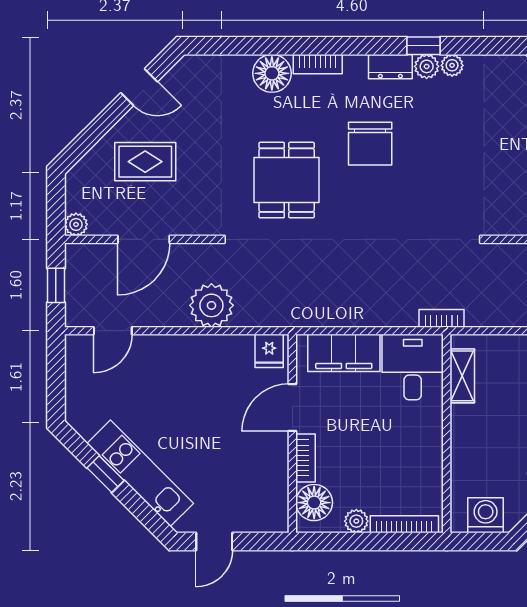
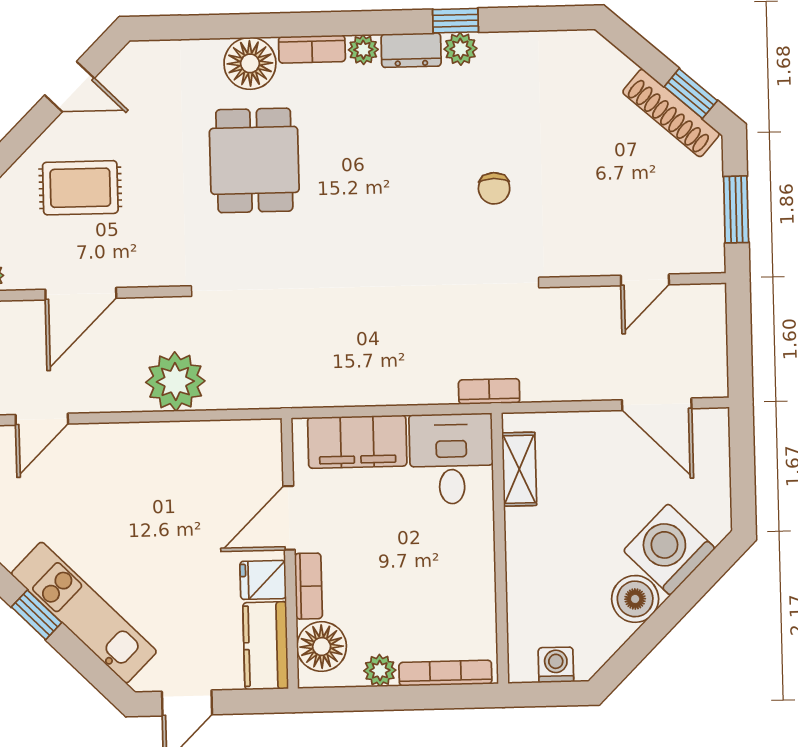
plant: (452, 65) -> (363, 50), moved
chair: (370, 144) -> (494, 188), moved, width x0.54, depth x0.54
dining table: (287, 180) -> (254, 160), moved
fridge: (269, 351) -> (263, 580), moved, turned 90
kitchen counter: (273, 501) -> (266, 646), added
washing machine: (486, 515) -> (556, 665), width x0.73, depth x0.73

